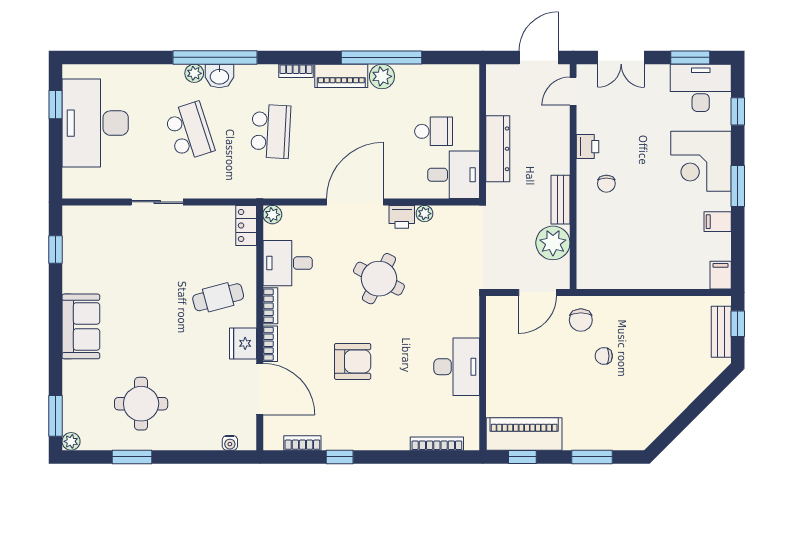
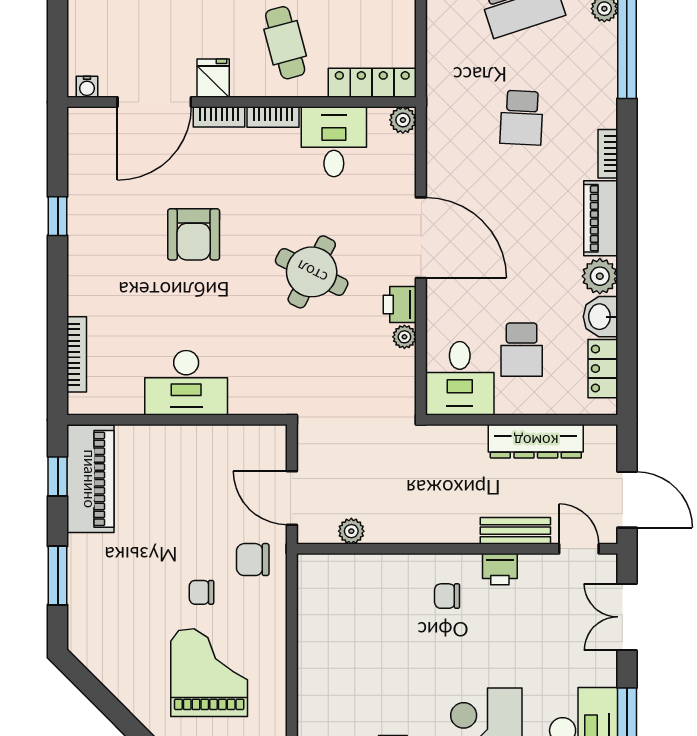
window: (382, 57) -> (627, 276), removed
locker: (447, 74) -> (603, 369), added
washbasin: (219, 76) -> (600, 317), moved
school desk: (271, 131) -> (522, 118), width x0.54
dresser: (498, 149) -> (536, 441), moved
bench: (560, 200) -> (515, 531), moved
locker: (246, 225) -> (372, 83), width x1.53
plant: (553, 243) -> (351, 531), width x0.53, depth x0.53
fridge: (243, 343) -> (213, 78), width x0.72
grand piano: (660, 351) -> (209, 673), added
chair: (604, 356) -> (201, 592), turned -90
water cooler: (230, 443) -> (87, 87), moved, turned -90
bookcase: (302, 443) -> (78, 163), removed

